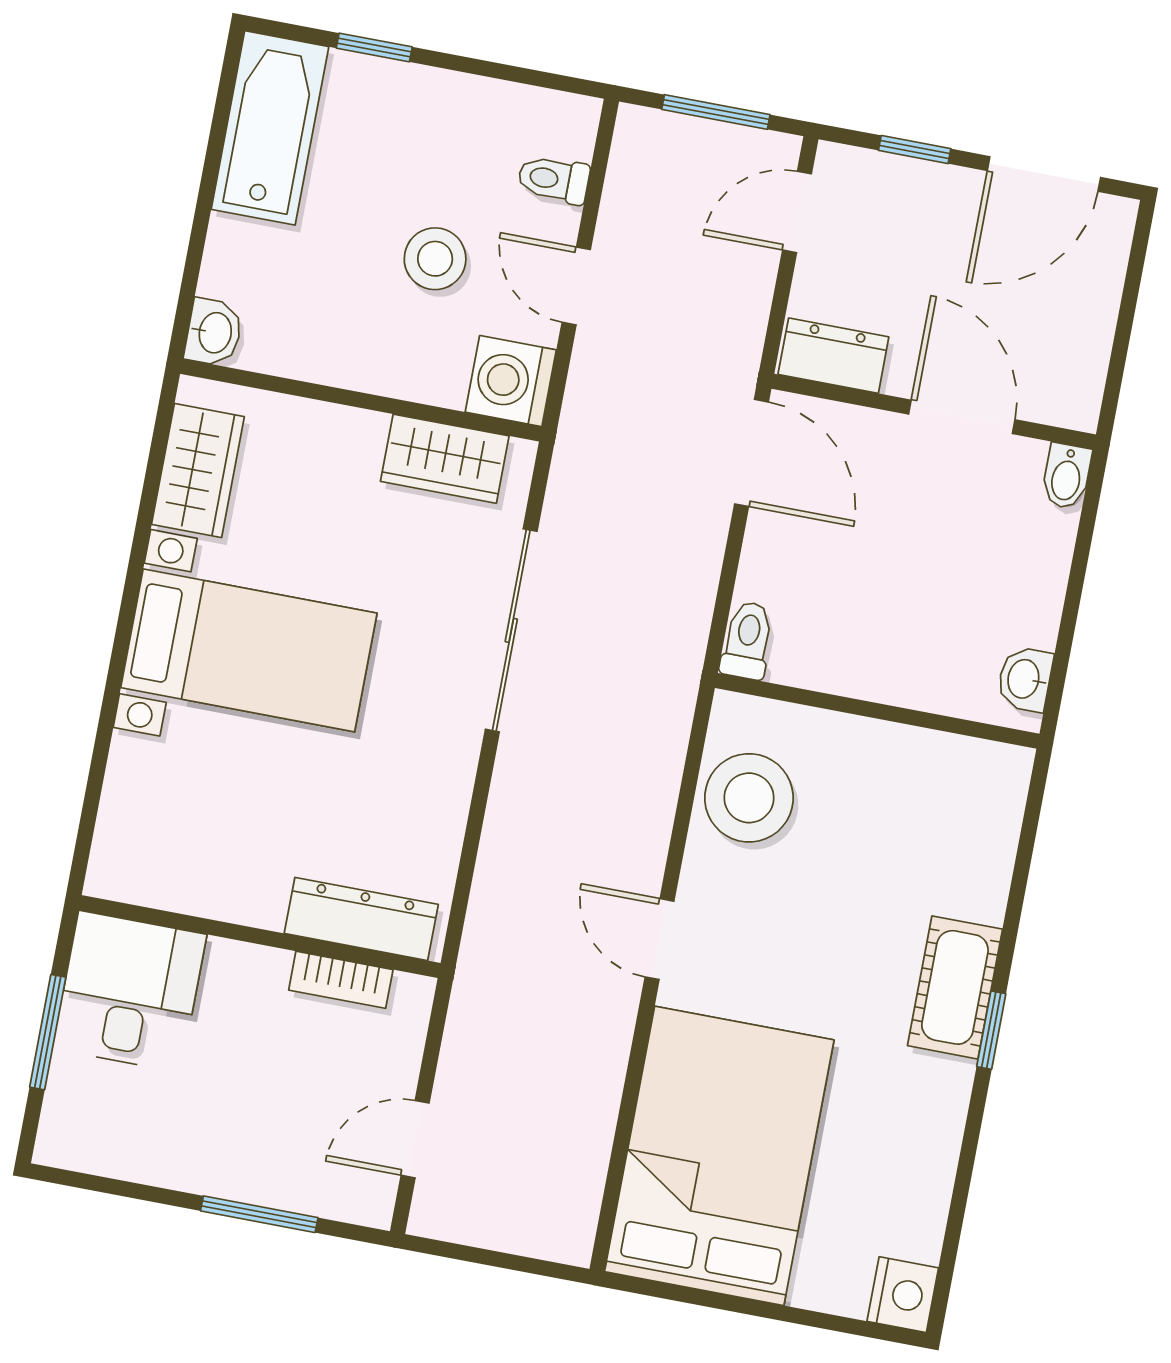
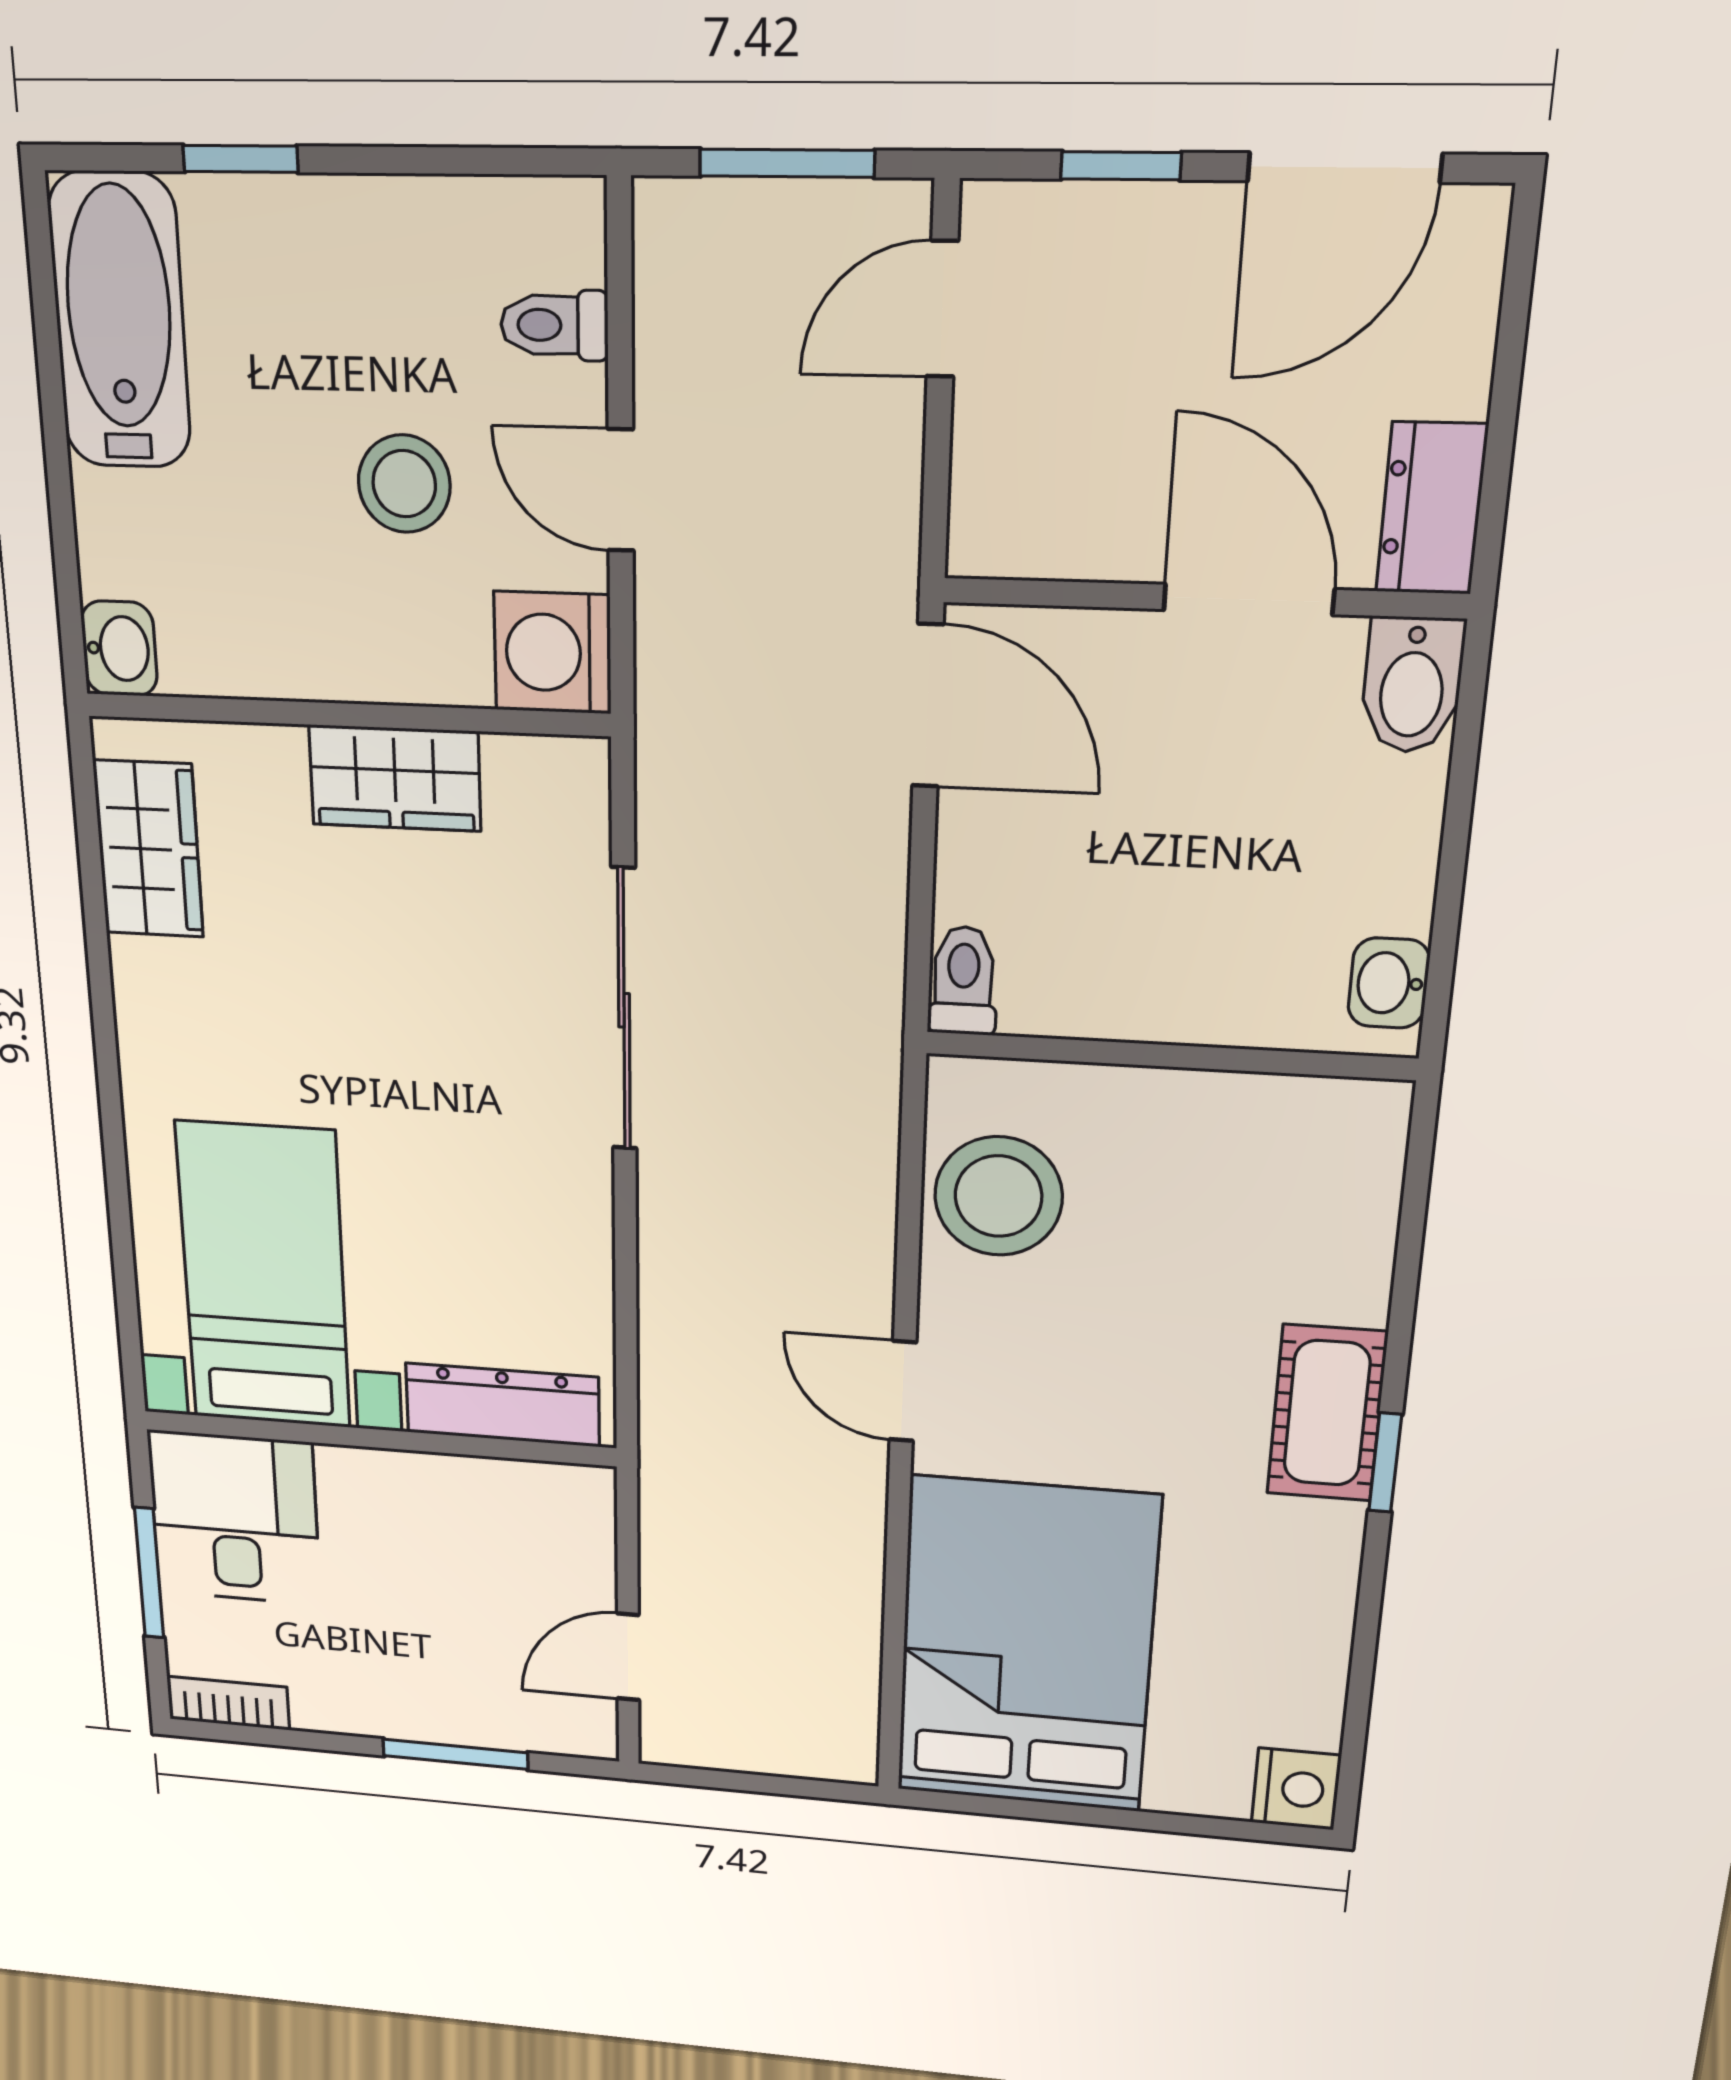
dresser: (833, 356) -> (1432, 508), moved, turned -90
wardrobe: (445, 459) -> (395, 778), moved
bidet: (1066, 476) -> (1412, 685), width x1.38, depth x1.36
bed with nightstands: (249, 650) -> (264, 1276), moved, turned -90
bookcase: (341, 980) -> (228, 1703), moved, turned 180

